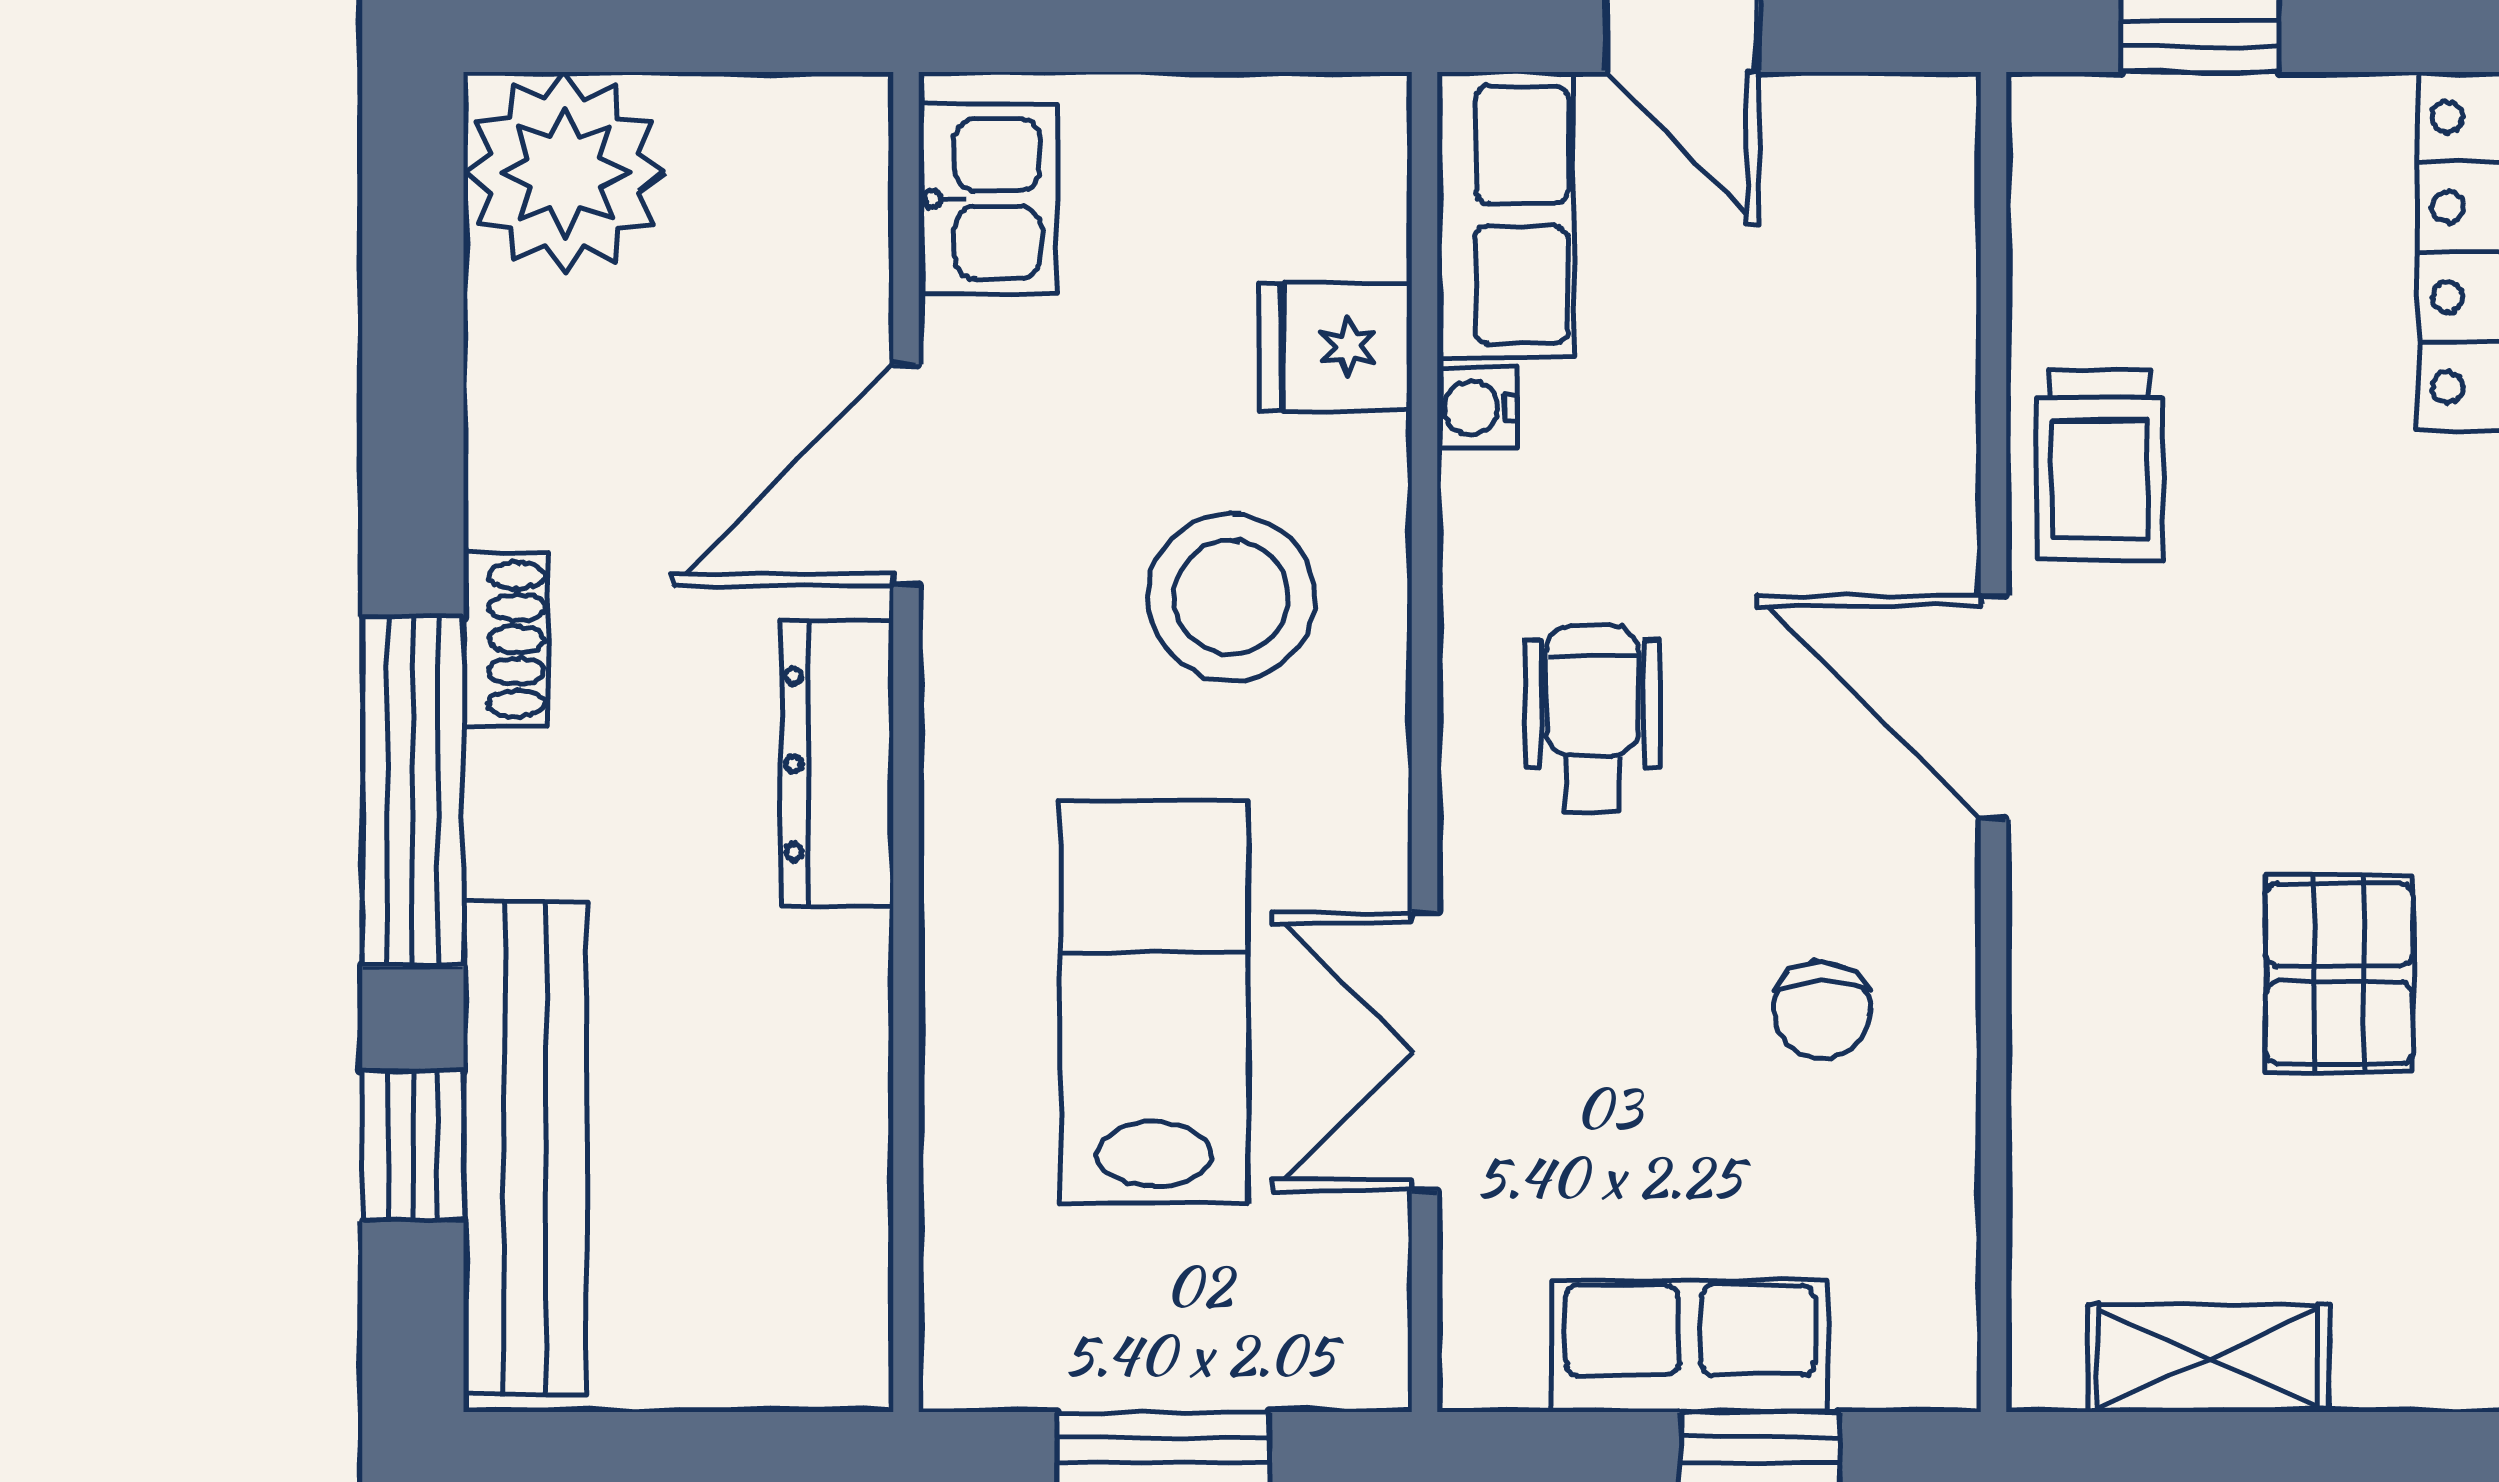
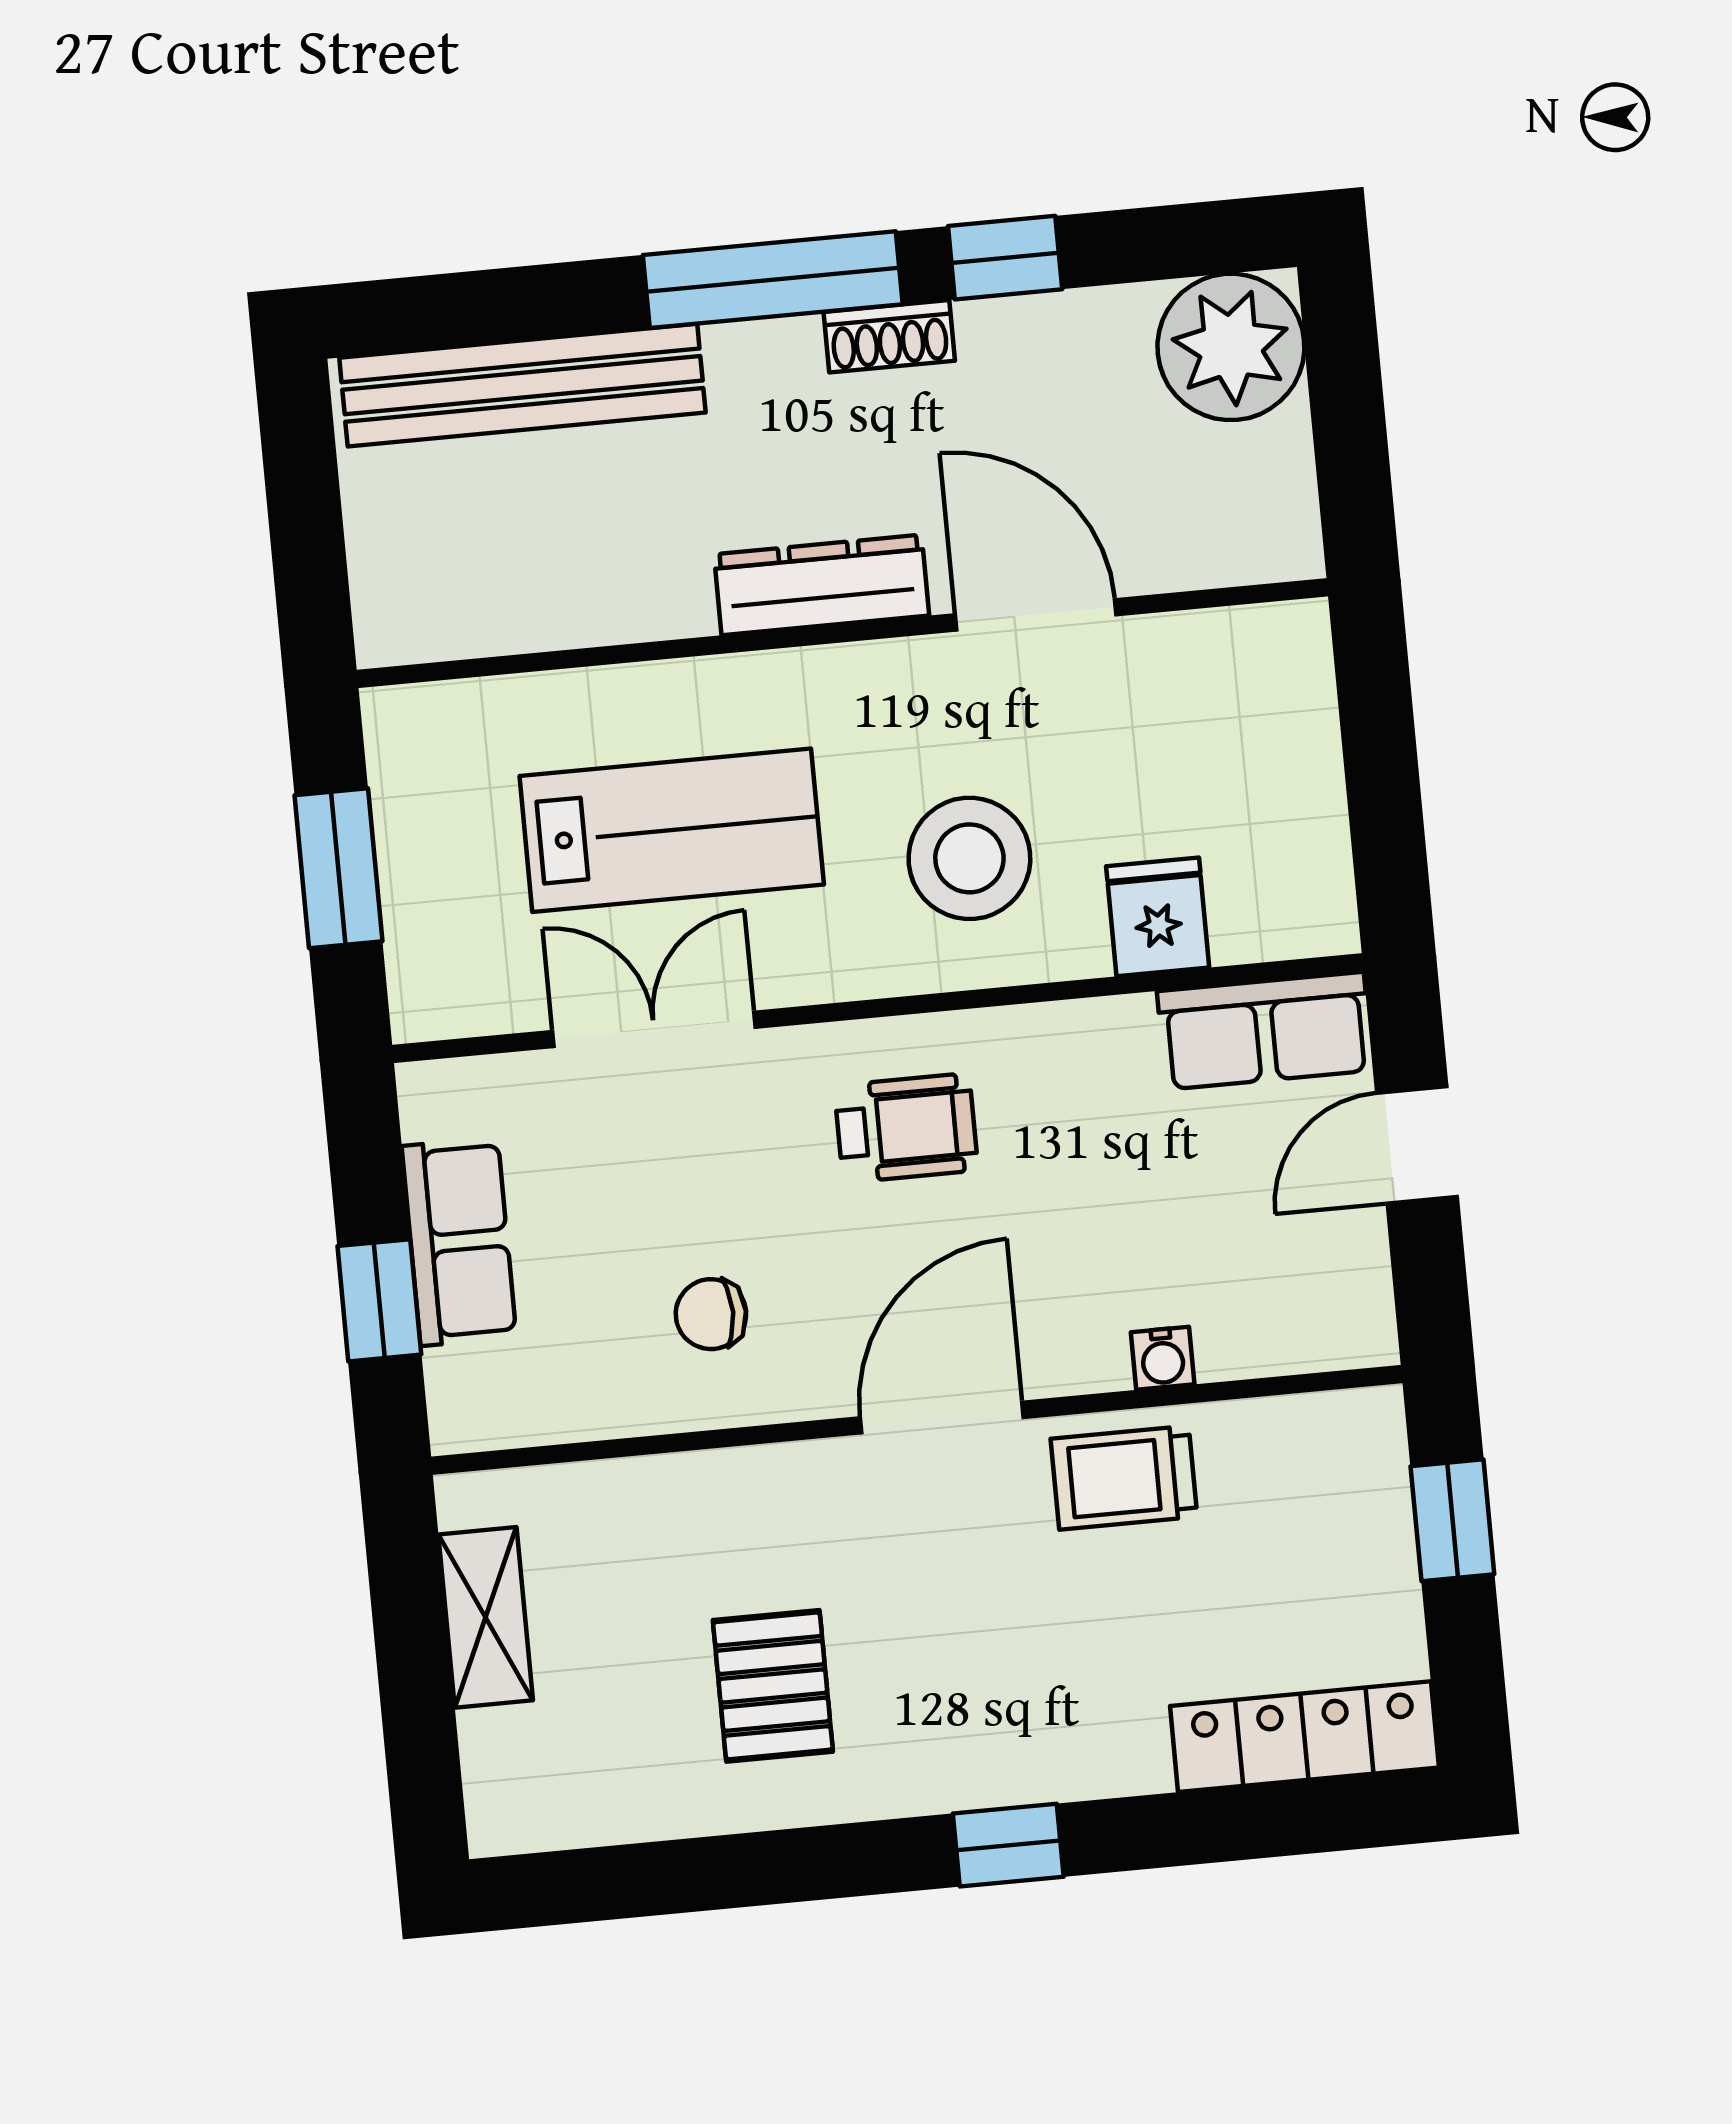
kitchen sink: (988, 199) -> (1241, 655), removed
water cooler: (1477, 408) -> (1163, 1358), moved, turned 180
pallet: (2339, 974) -> (773, 1686), turned 90
window: (413, 1146) -> (1005, 258), moved

